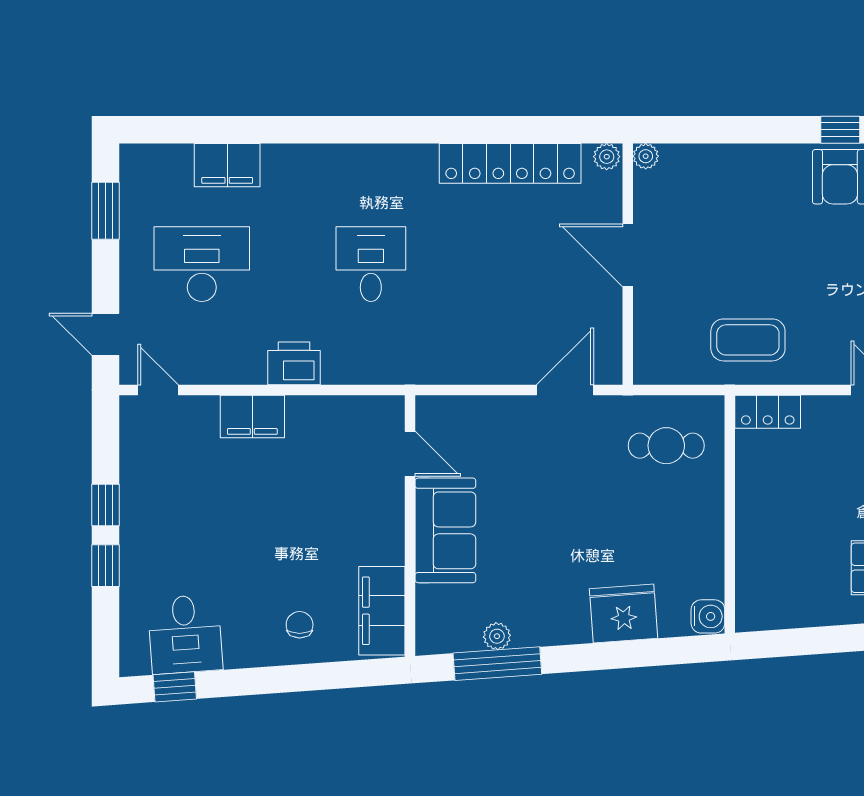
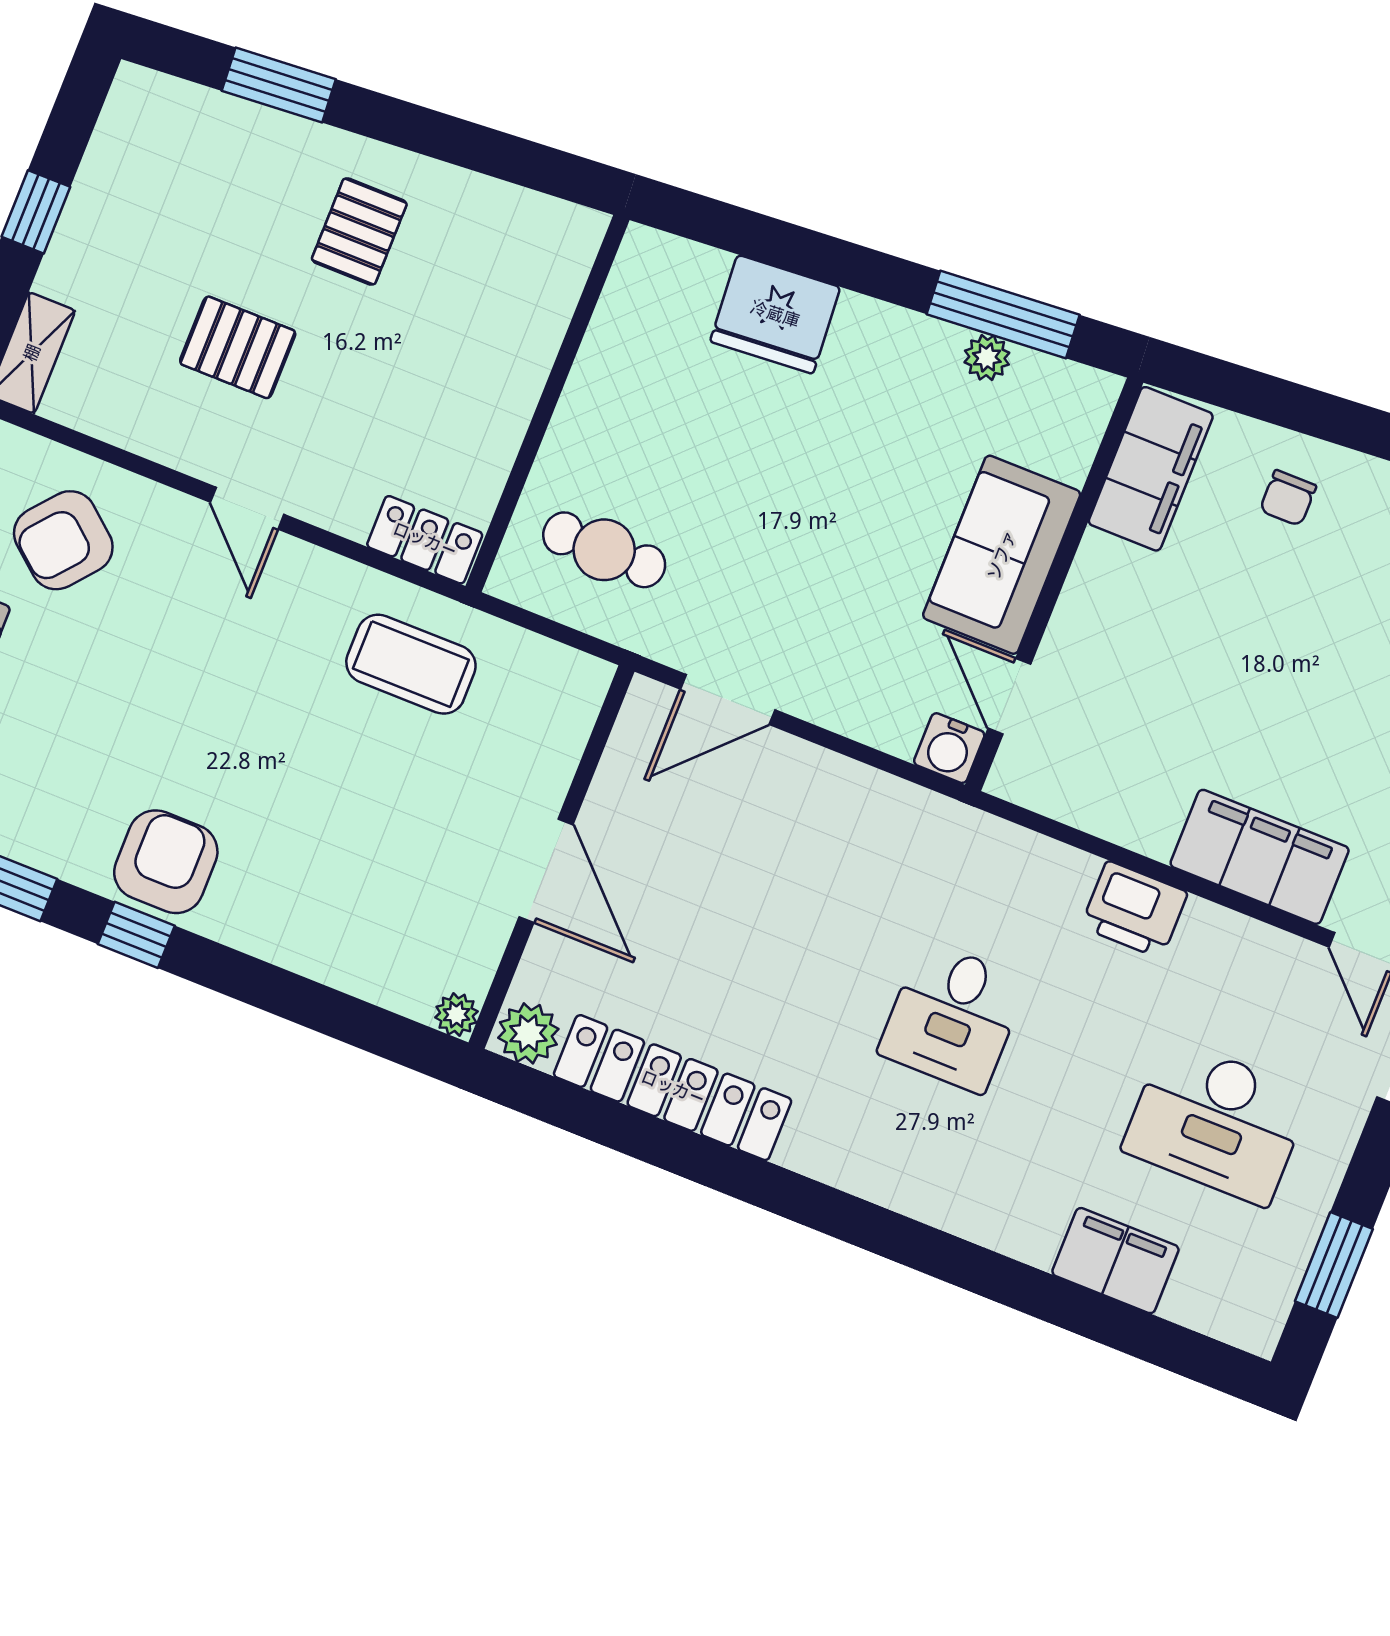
plant: (607, 157) -> (528, 1033), width x1.38, depth x1.38
filing cabinet: (252, 417) -> (1260, 857), width x1.50, depth x1.17
water cooler: (708, 616) -> (949, 748), moved, turned -90

